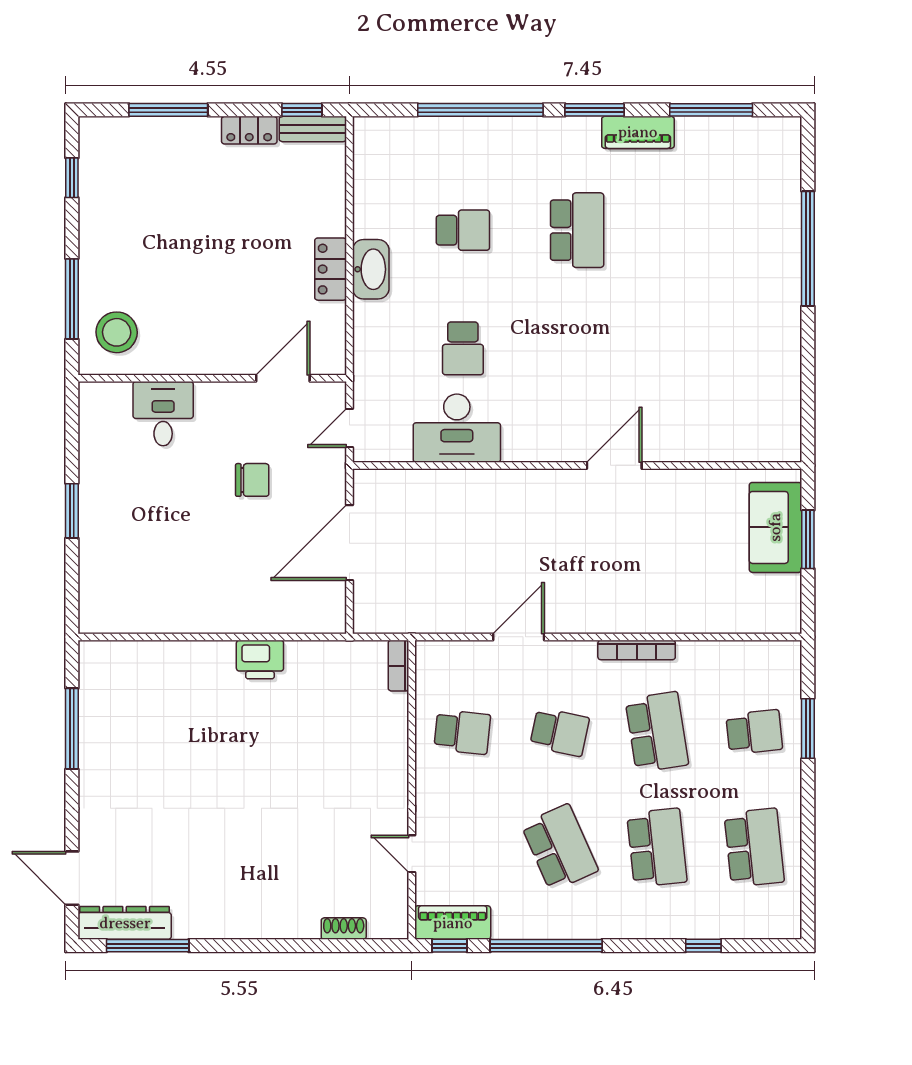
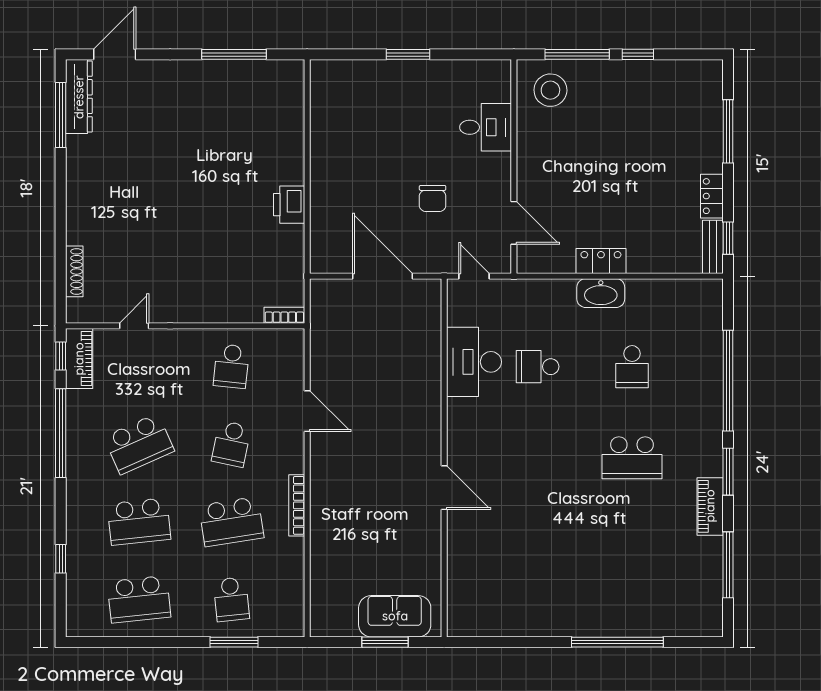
window: (72, 178) -> (638, 54), moved
shoe rack: (344, 929) -> (74, 271), width x1.43

